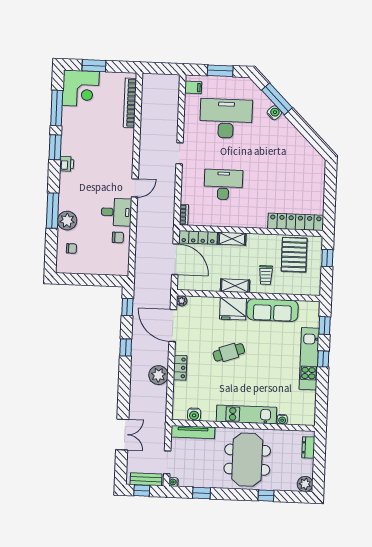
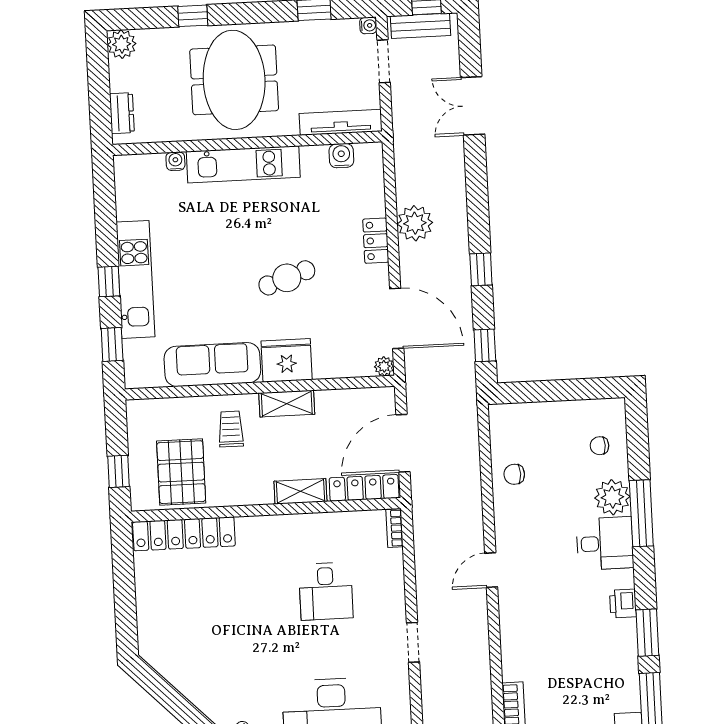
desk: (223, 185) -> (326, 591), width x0.73
desk: (116, 212) -> (605, 543), moved, turned 180
door: (175, 259) -> (403, 443), hinge flipped

